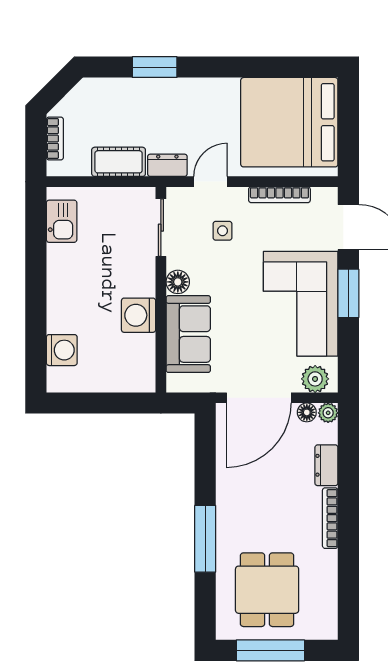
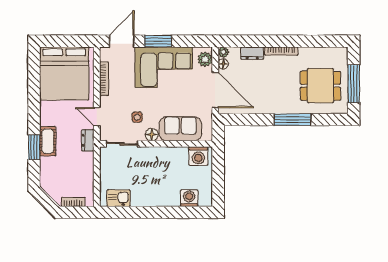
cot: (119, 162) -> (48, 141), moved
side table: (223, 231) -> (137, 117), moved
washing machine: (139, 315) -> (198, 156), moved

